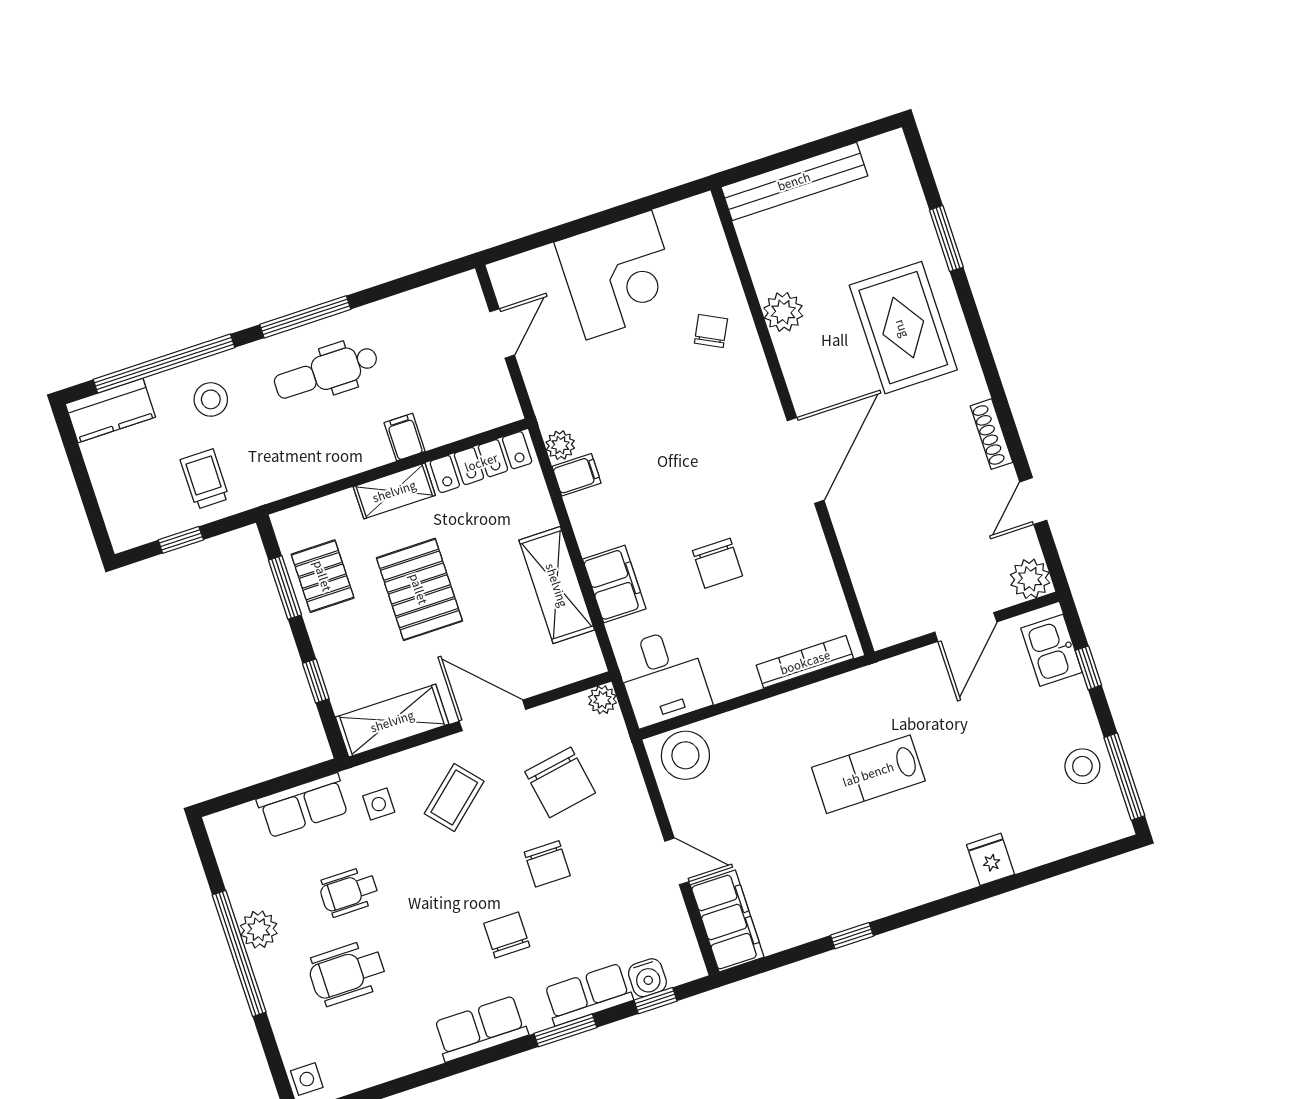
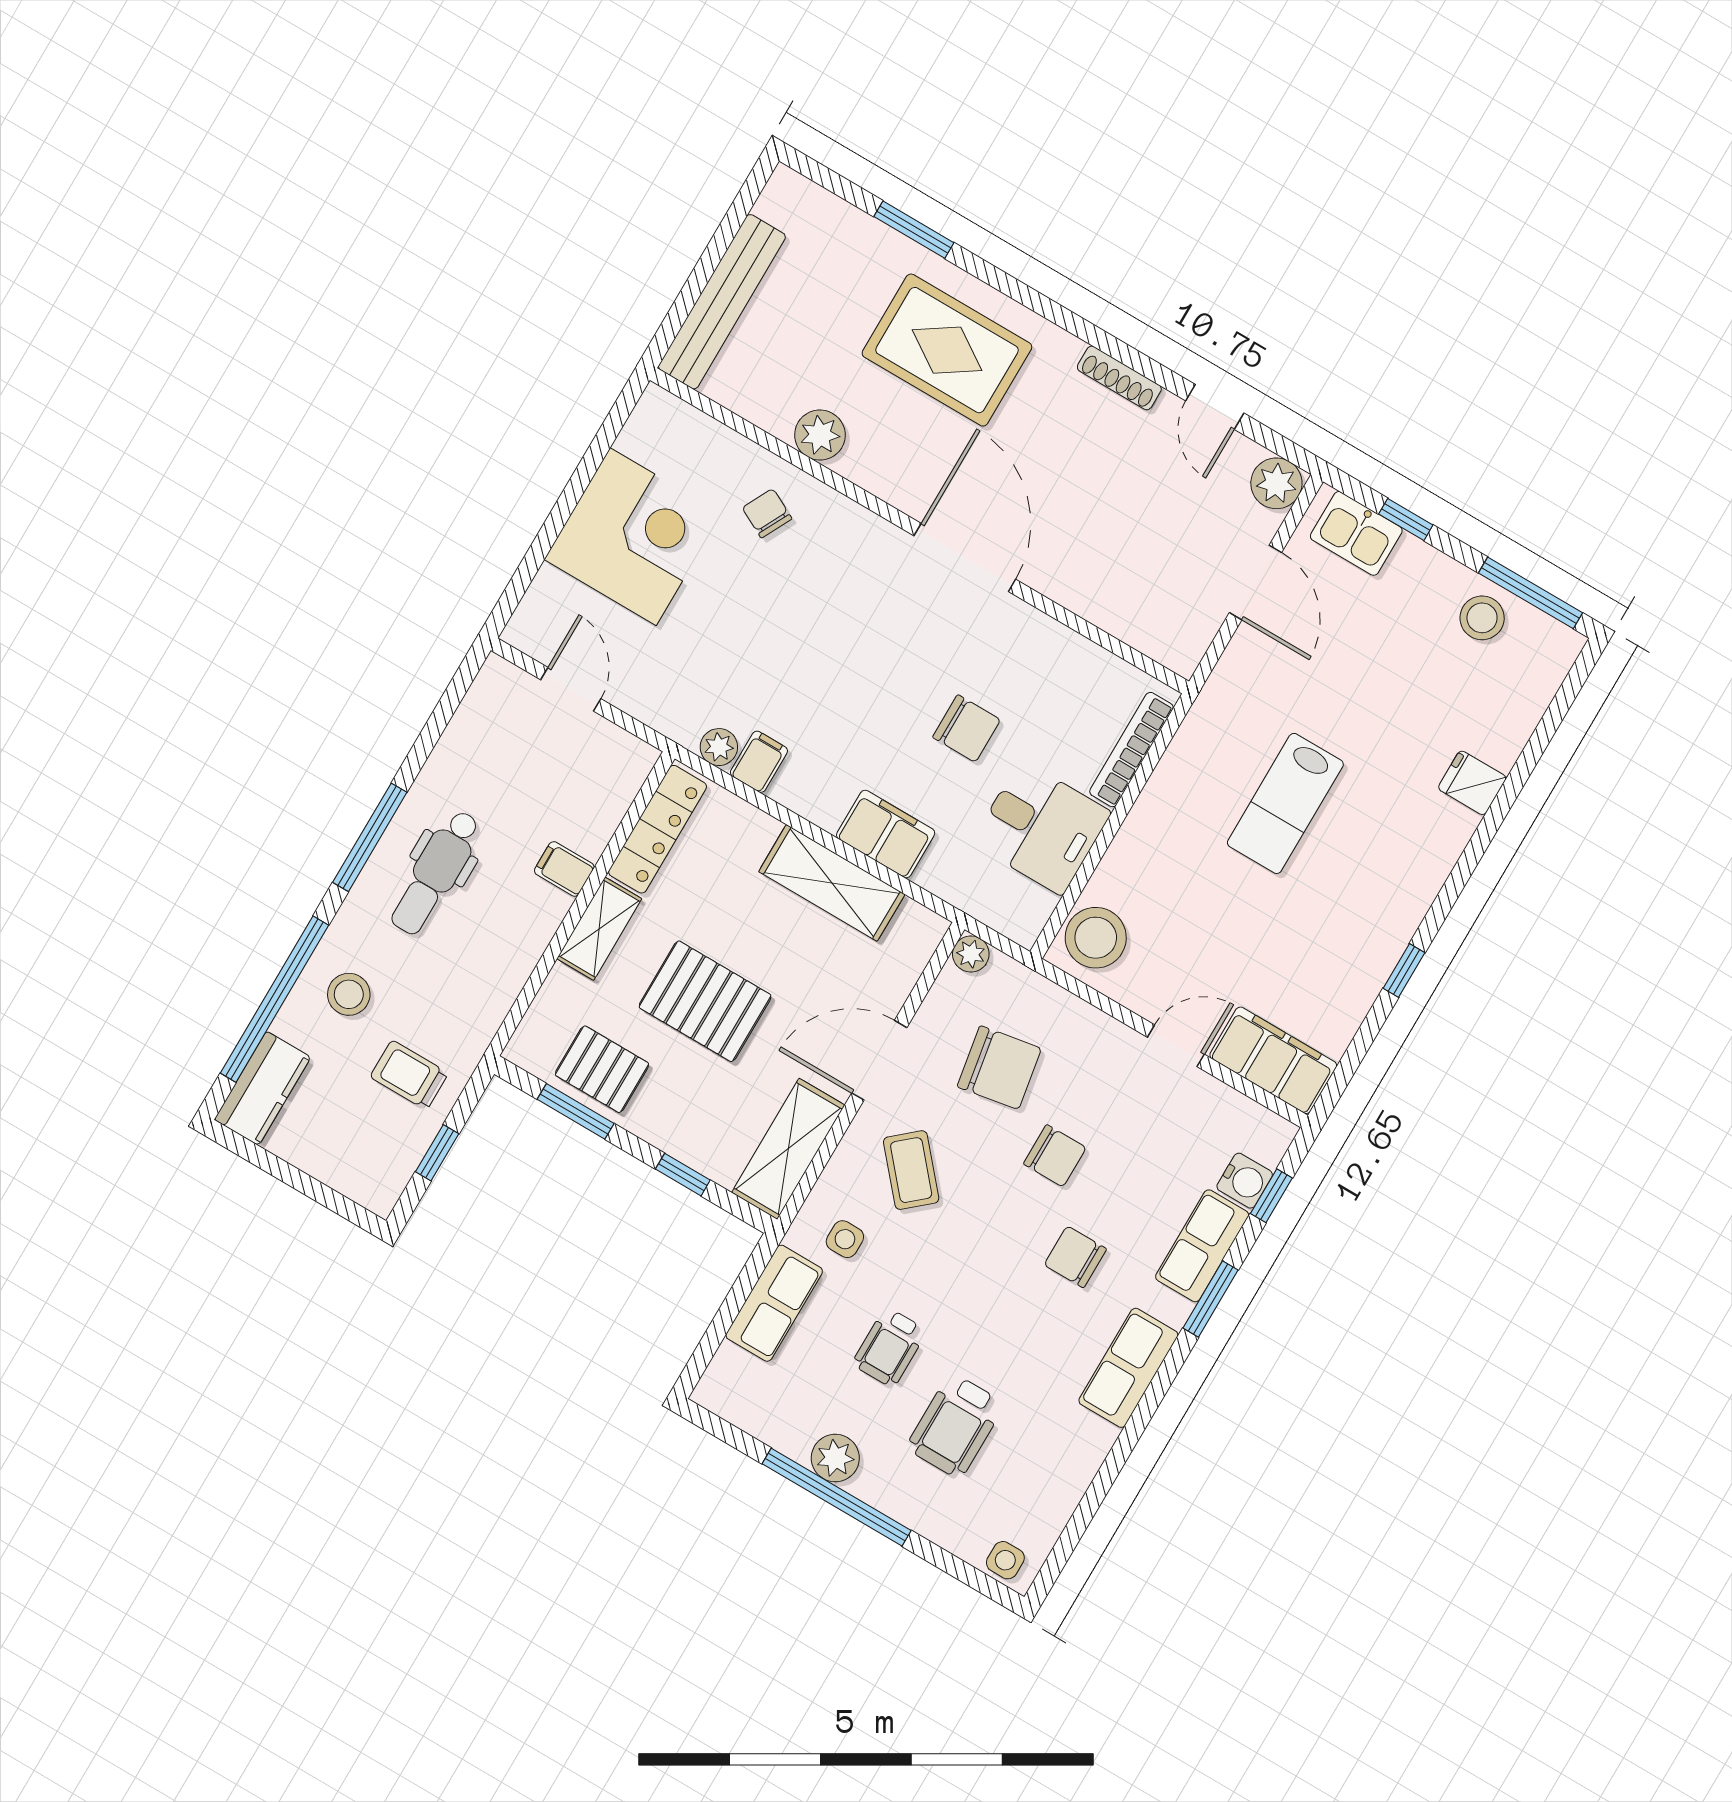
desk: (663, 677) -> (1041, 827), moved

